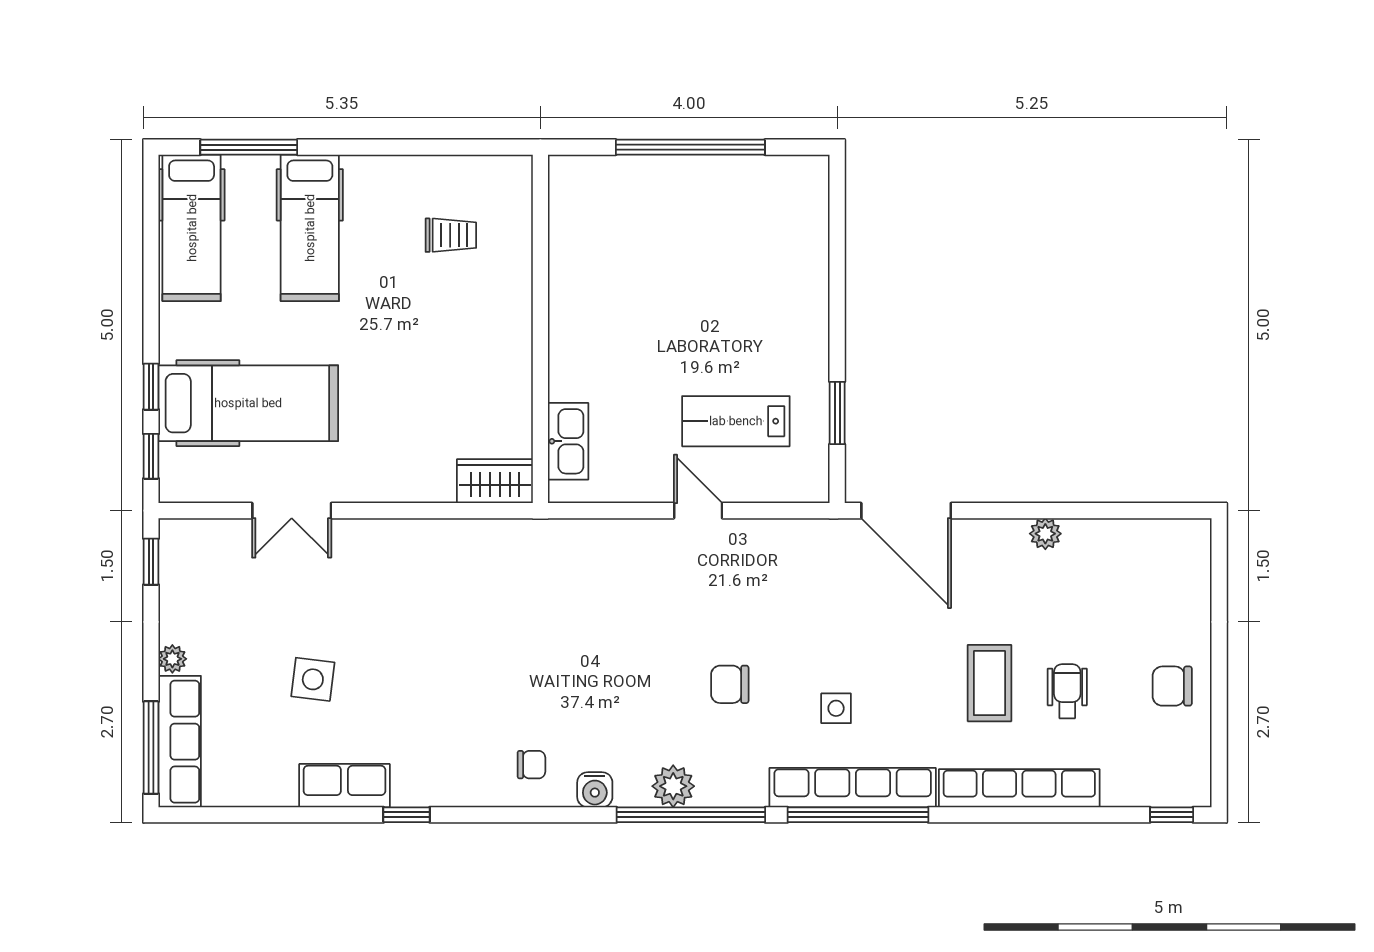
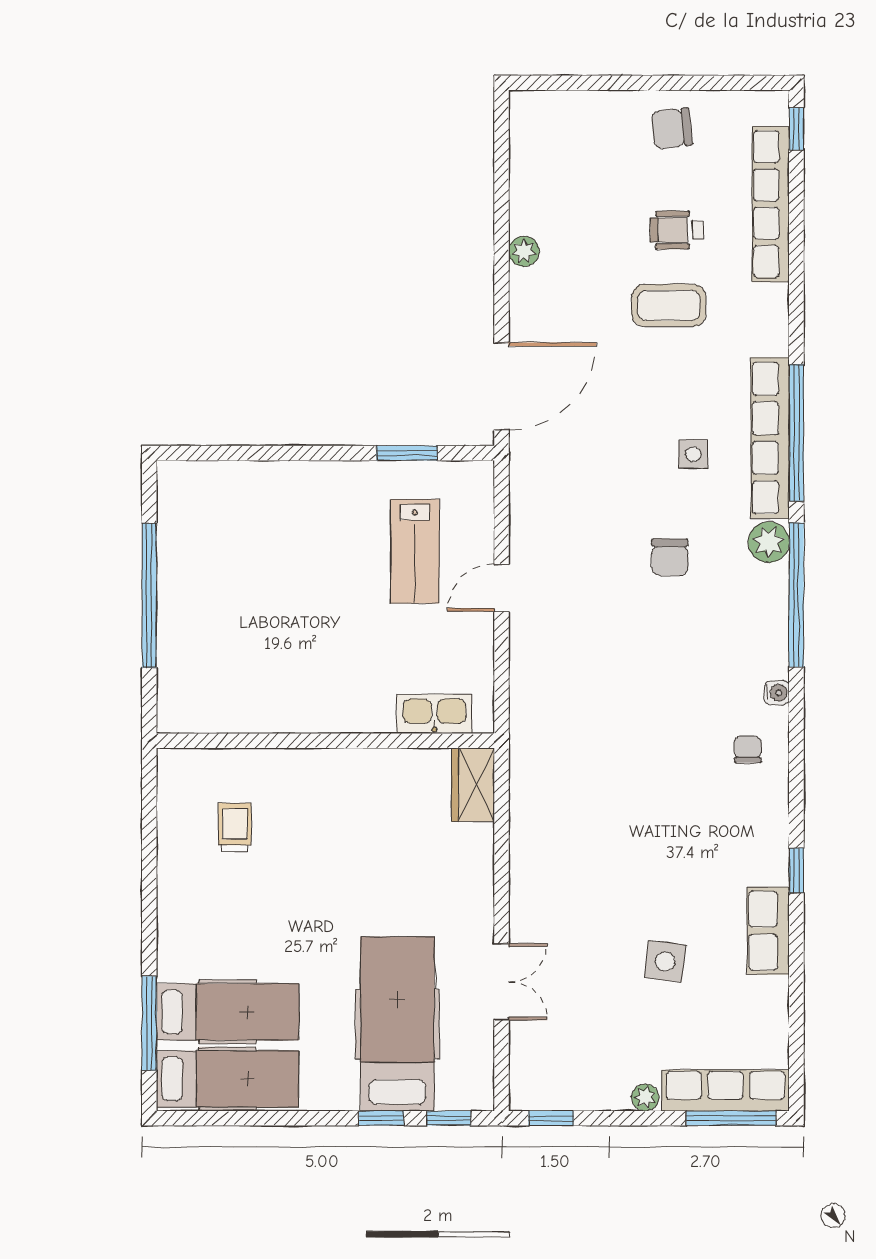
hospital bed: (310, 228) -> (228, 1012), moved
chair: (1172, 686) -> (672, 128), turned 84
plant: (673, 786) -> (769, 542), moved
row of seats: (1019, 788) -> (771, 204), moved
water cooler: (595, 790) -> (777, 693), width x0.72, depth x0.72

